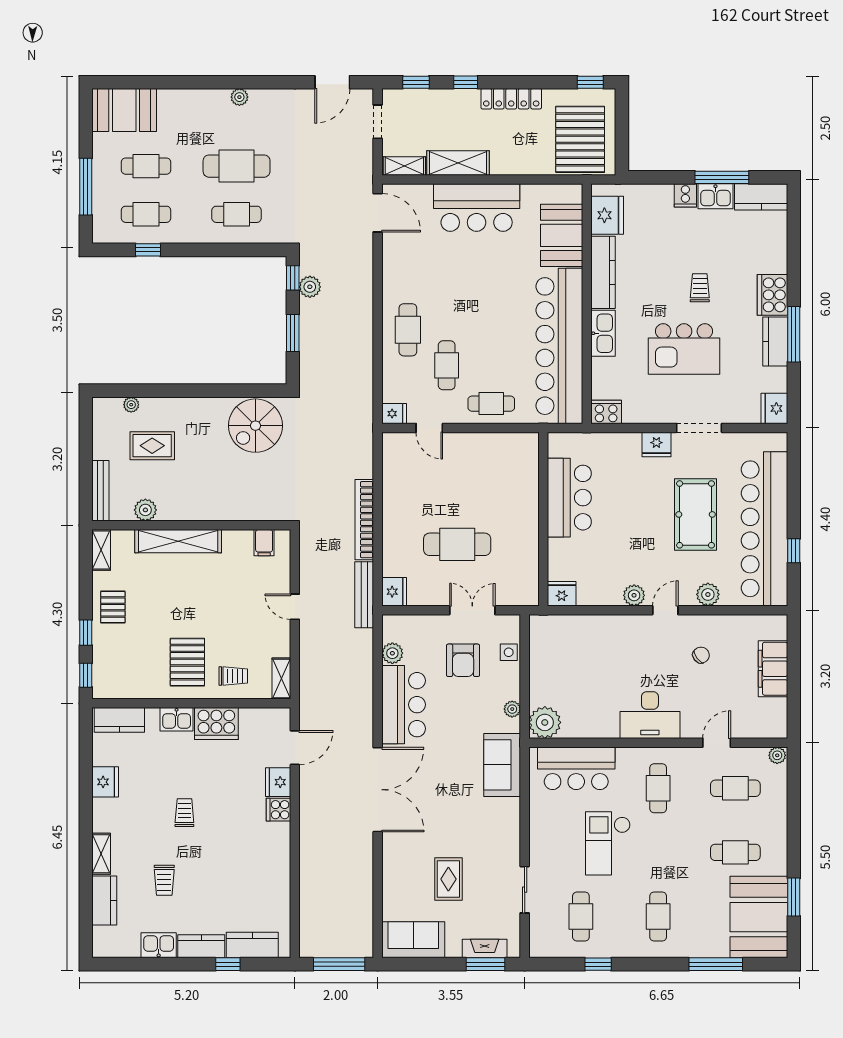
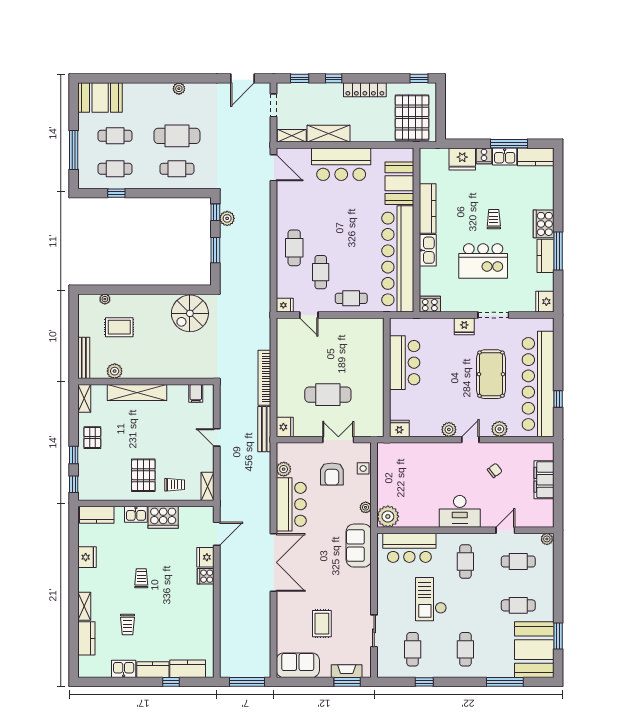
fridge: (607, 215) -> (462, 159), moved, turned 90

